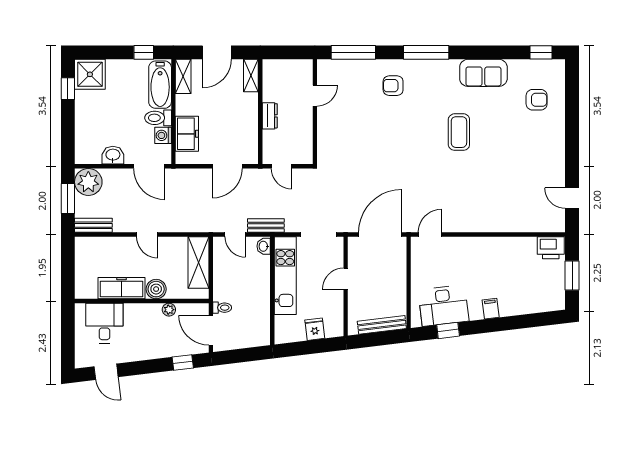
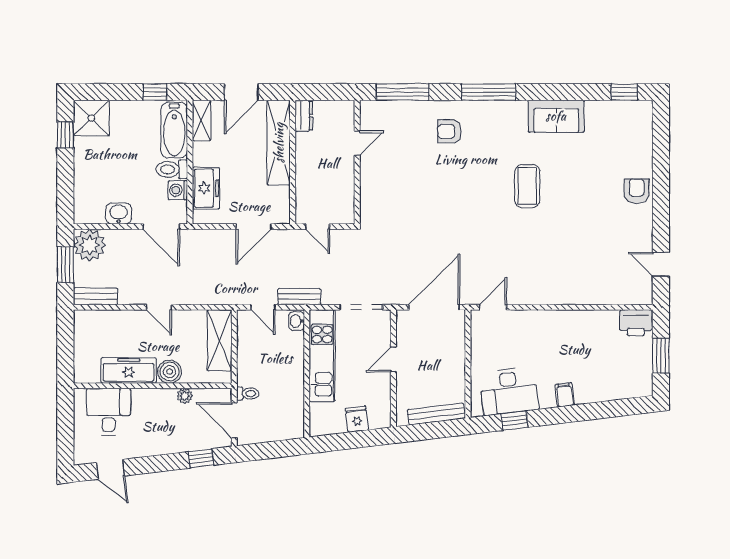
shelving: (251, 76) -> (279, 143), width x2.20, depth x1.33
armchair: (537, 100) -> (637, 191), moved, turned -90
dresser: (270, 116) -> (304, 116), moved

